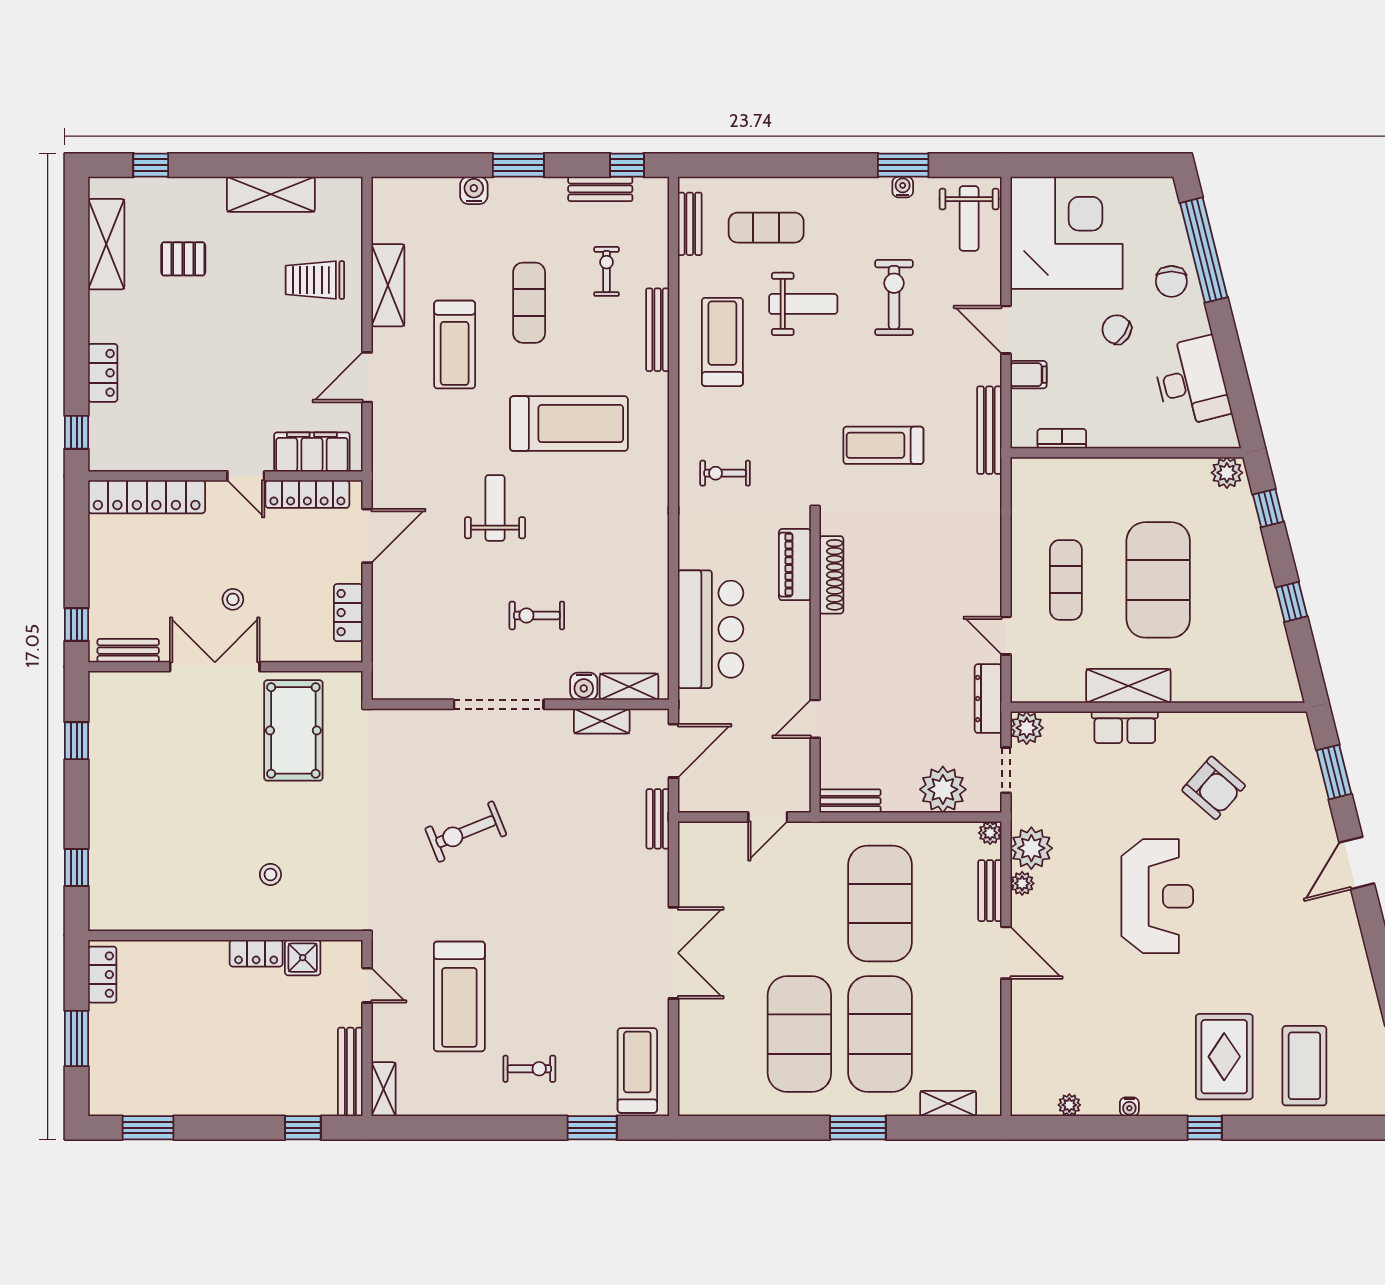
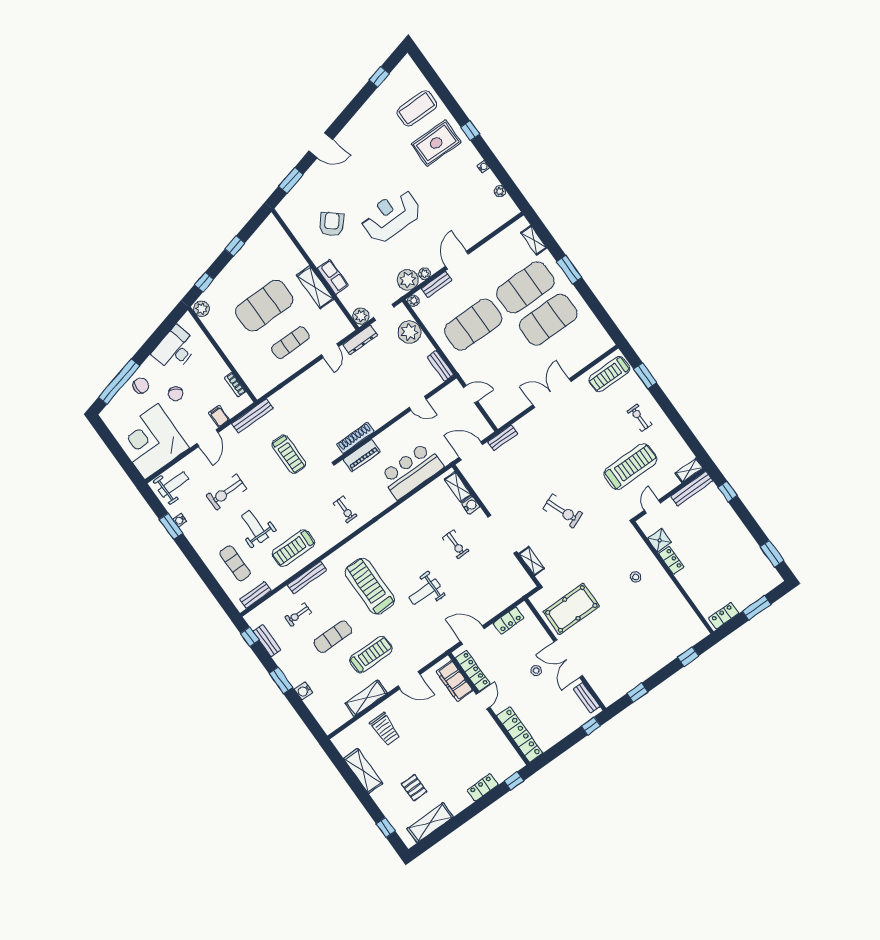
shelving: (602, 721) -> (532, 561), moved

